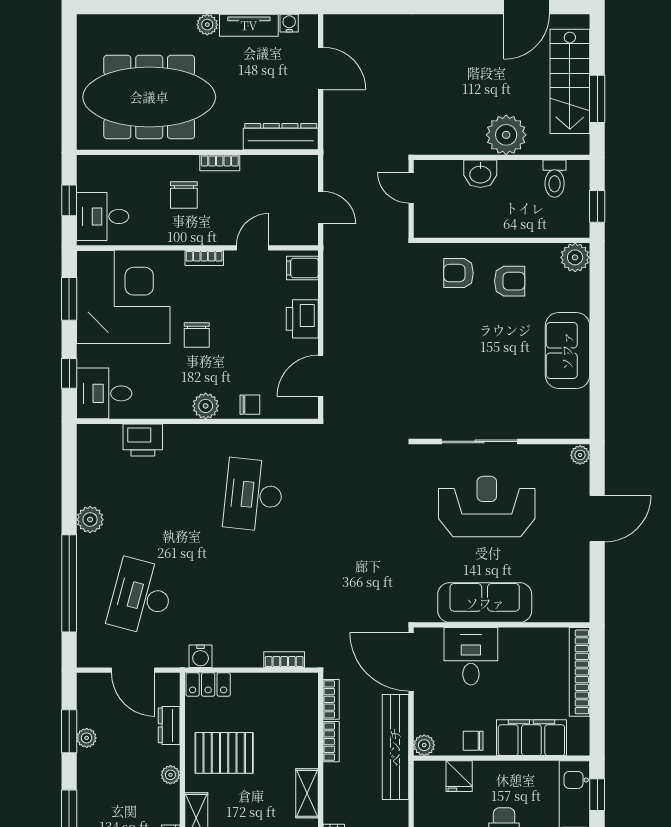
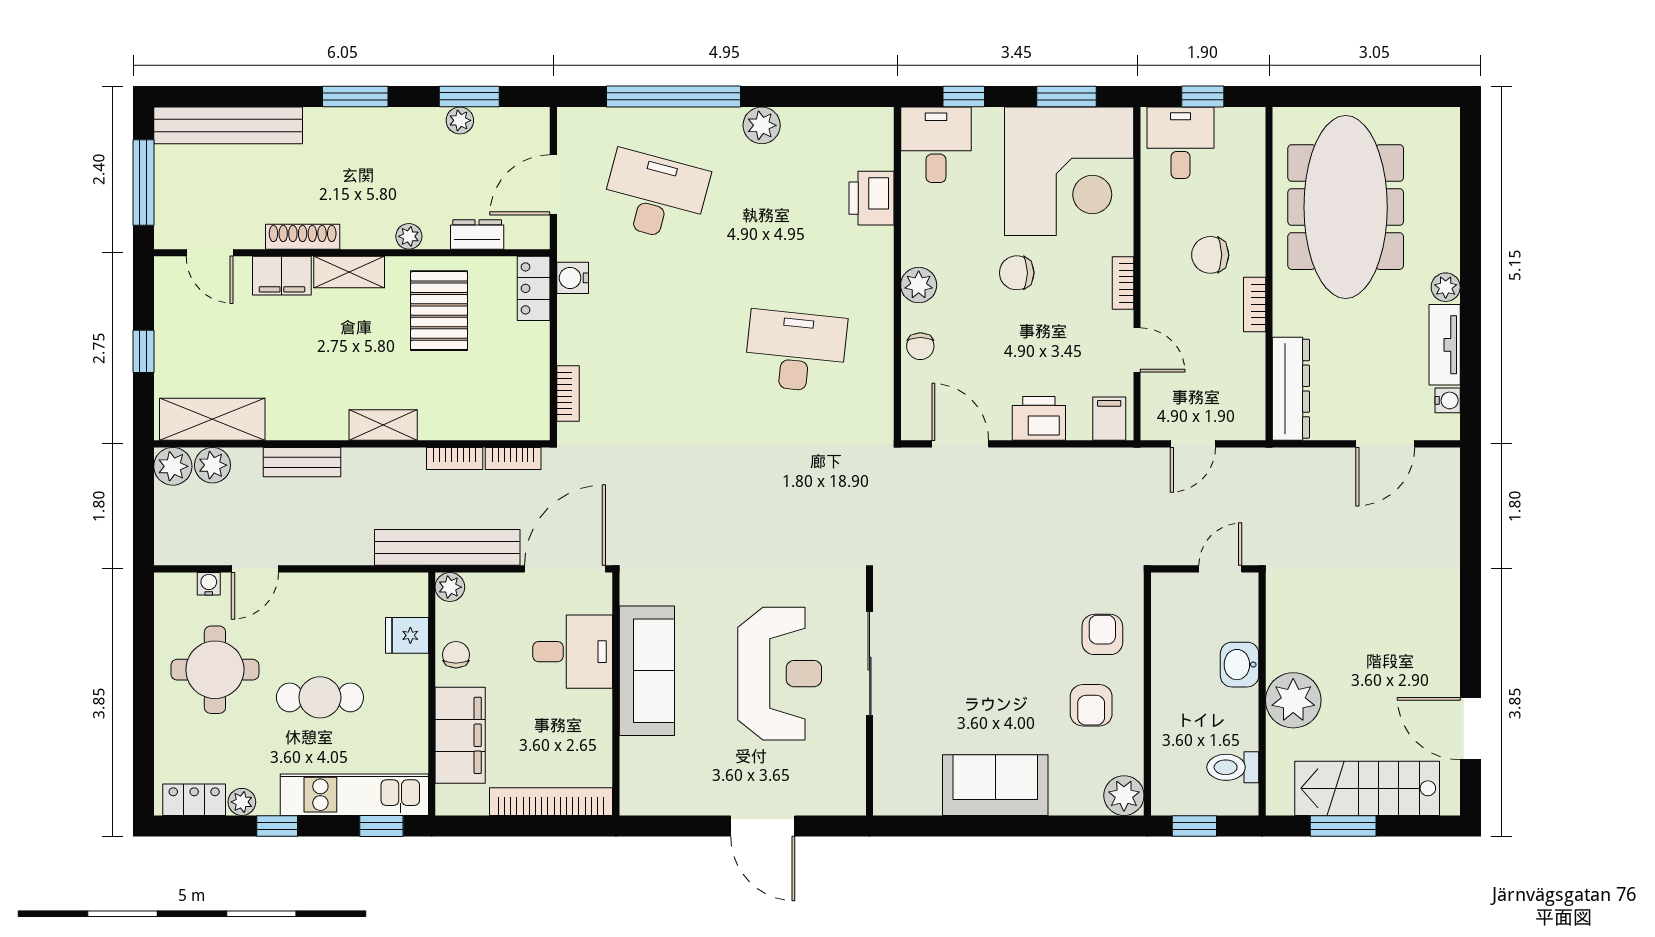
plant: (580, 455) -> (851, 802), removed

